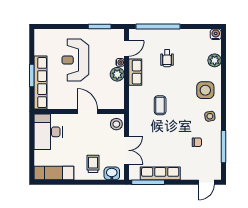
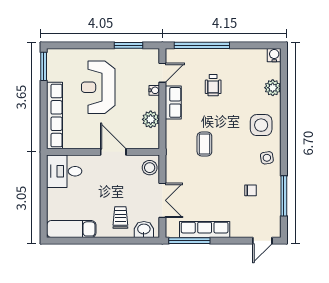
plant: (117, 74) -> (151, 119), moved
window: (32, 76) -> (44, 66), moved
desk: (48, 132) -> (64, 171), width x0.73

